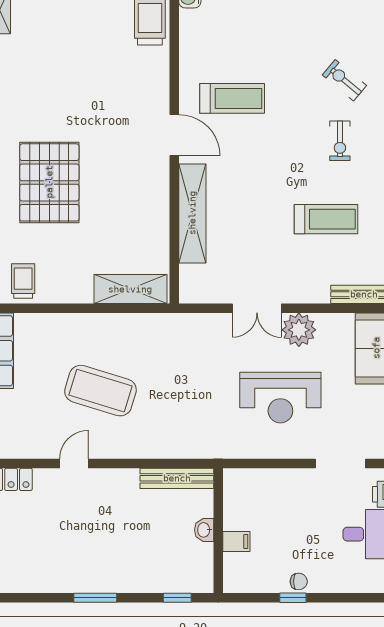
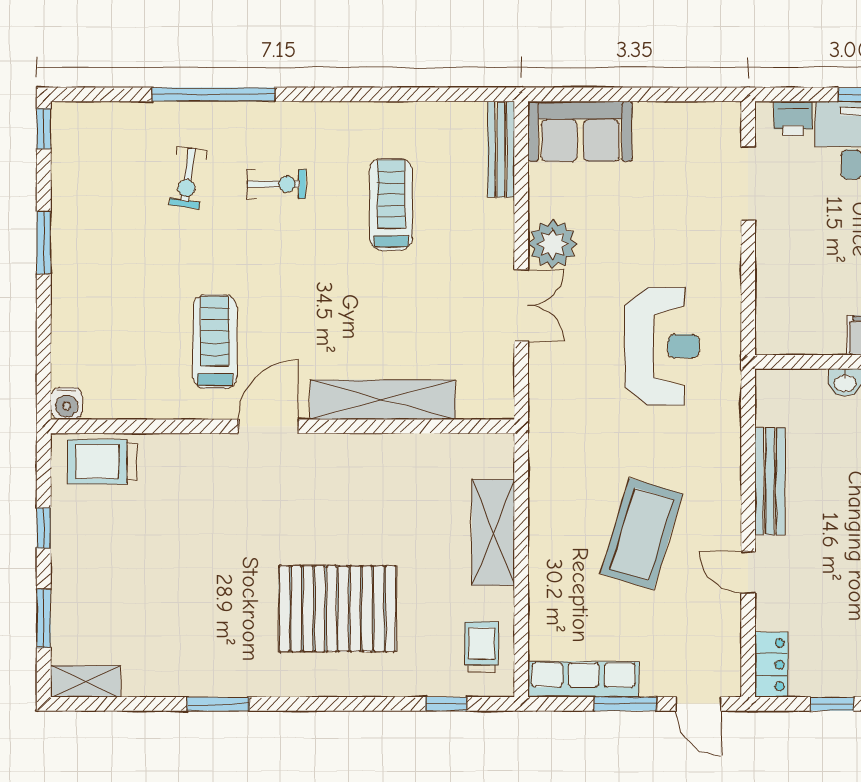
exercise bike: (344, 80) -> (188, 178), turned -32
trolley: (23, 281) -> (482, 647), turned 90
shelving: (130, 289) -> (493, 532), moved
reception desk: (280, 398) -> (662, 346), moved
bench: (177, 478) -> (770, 481), moved

